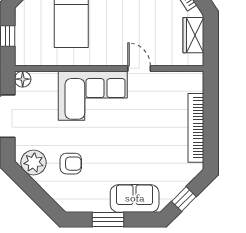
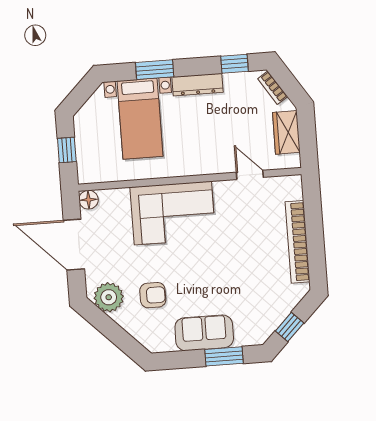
door: (139, 68) -> (250, 175), moved
sofa: (135, 198) -> (204, 333), moved
window: (108, 220) -> (224, 356), moved

